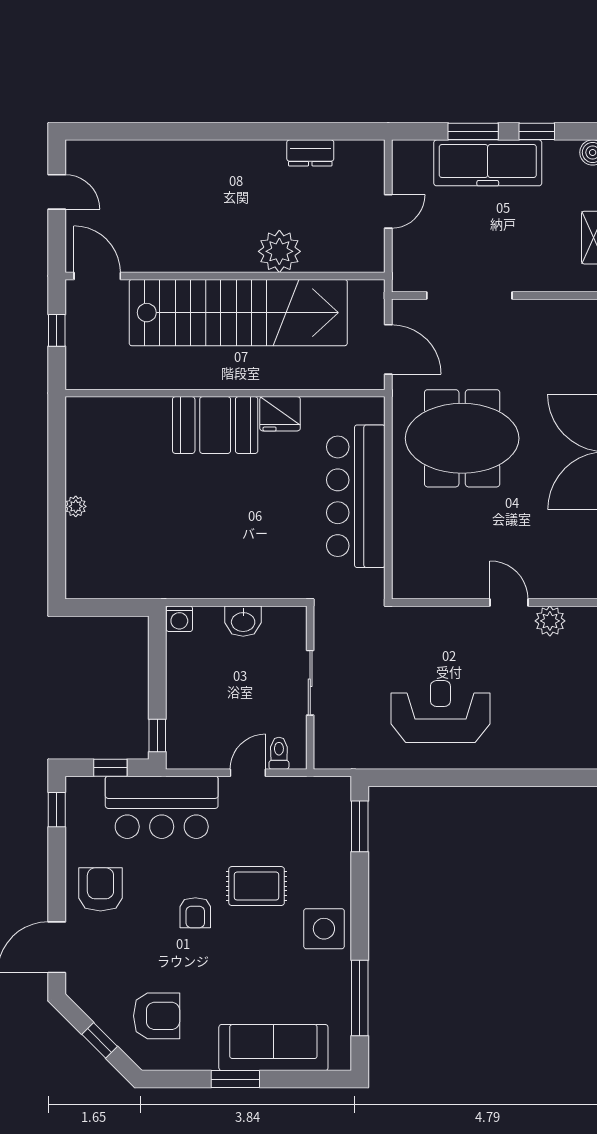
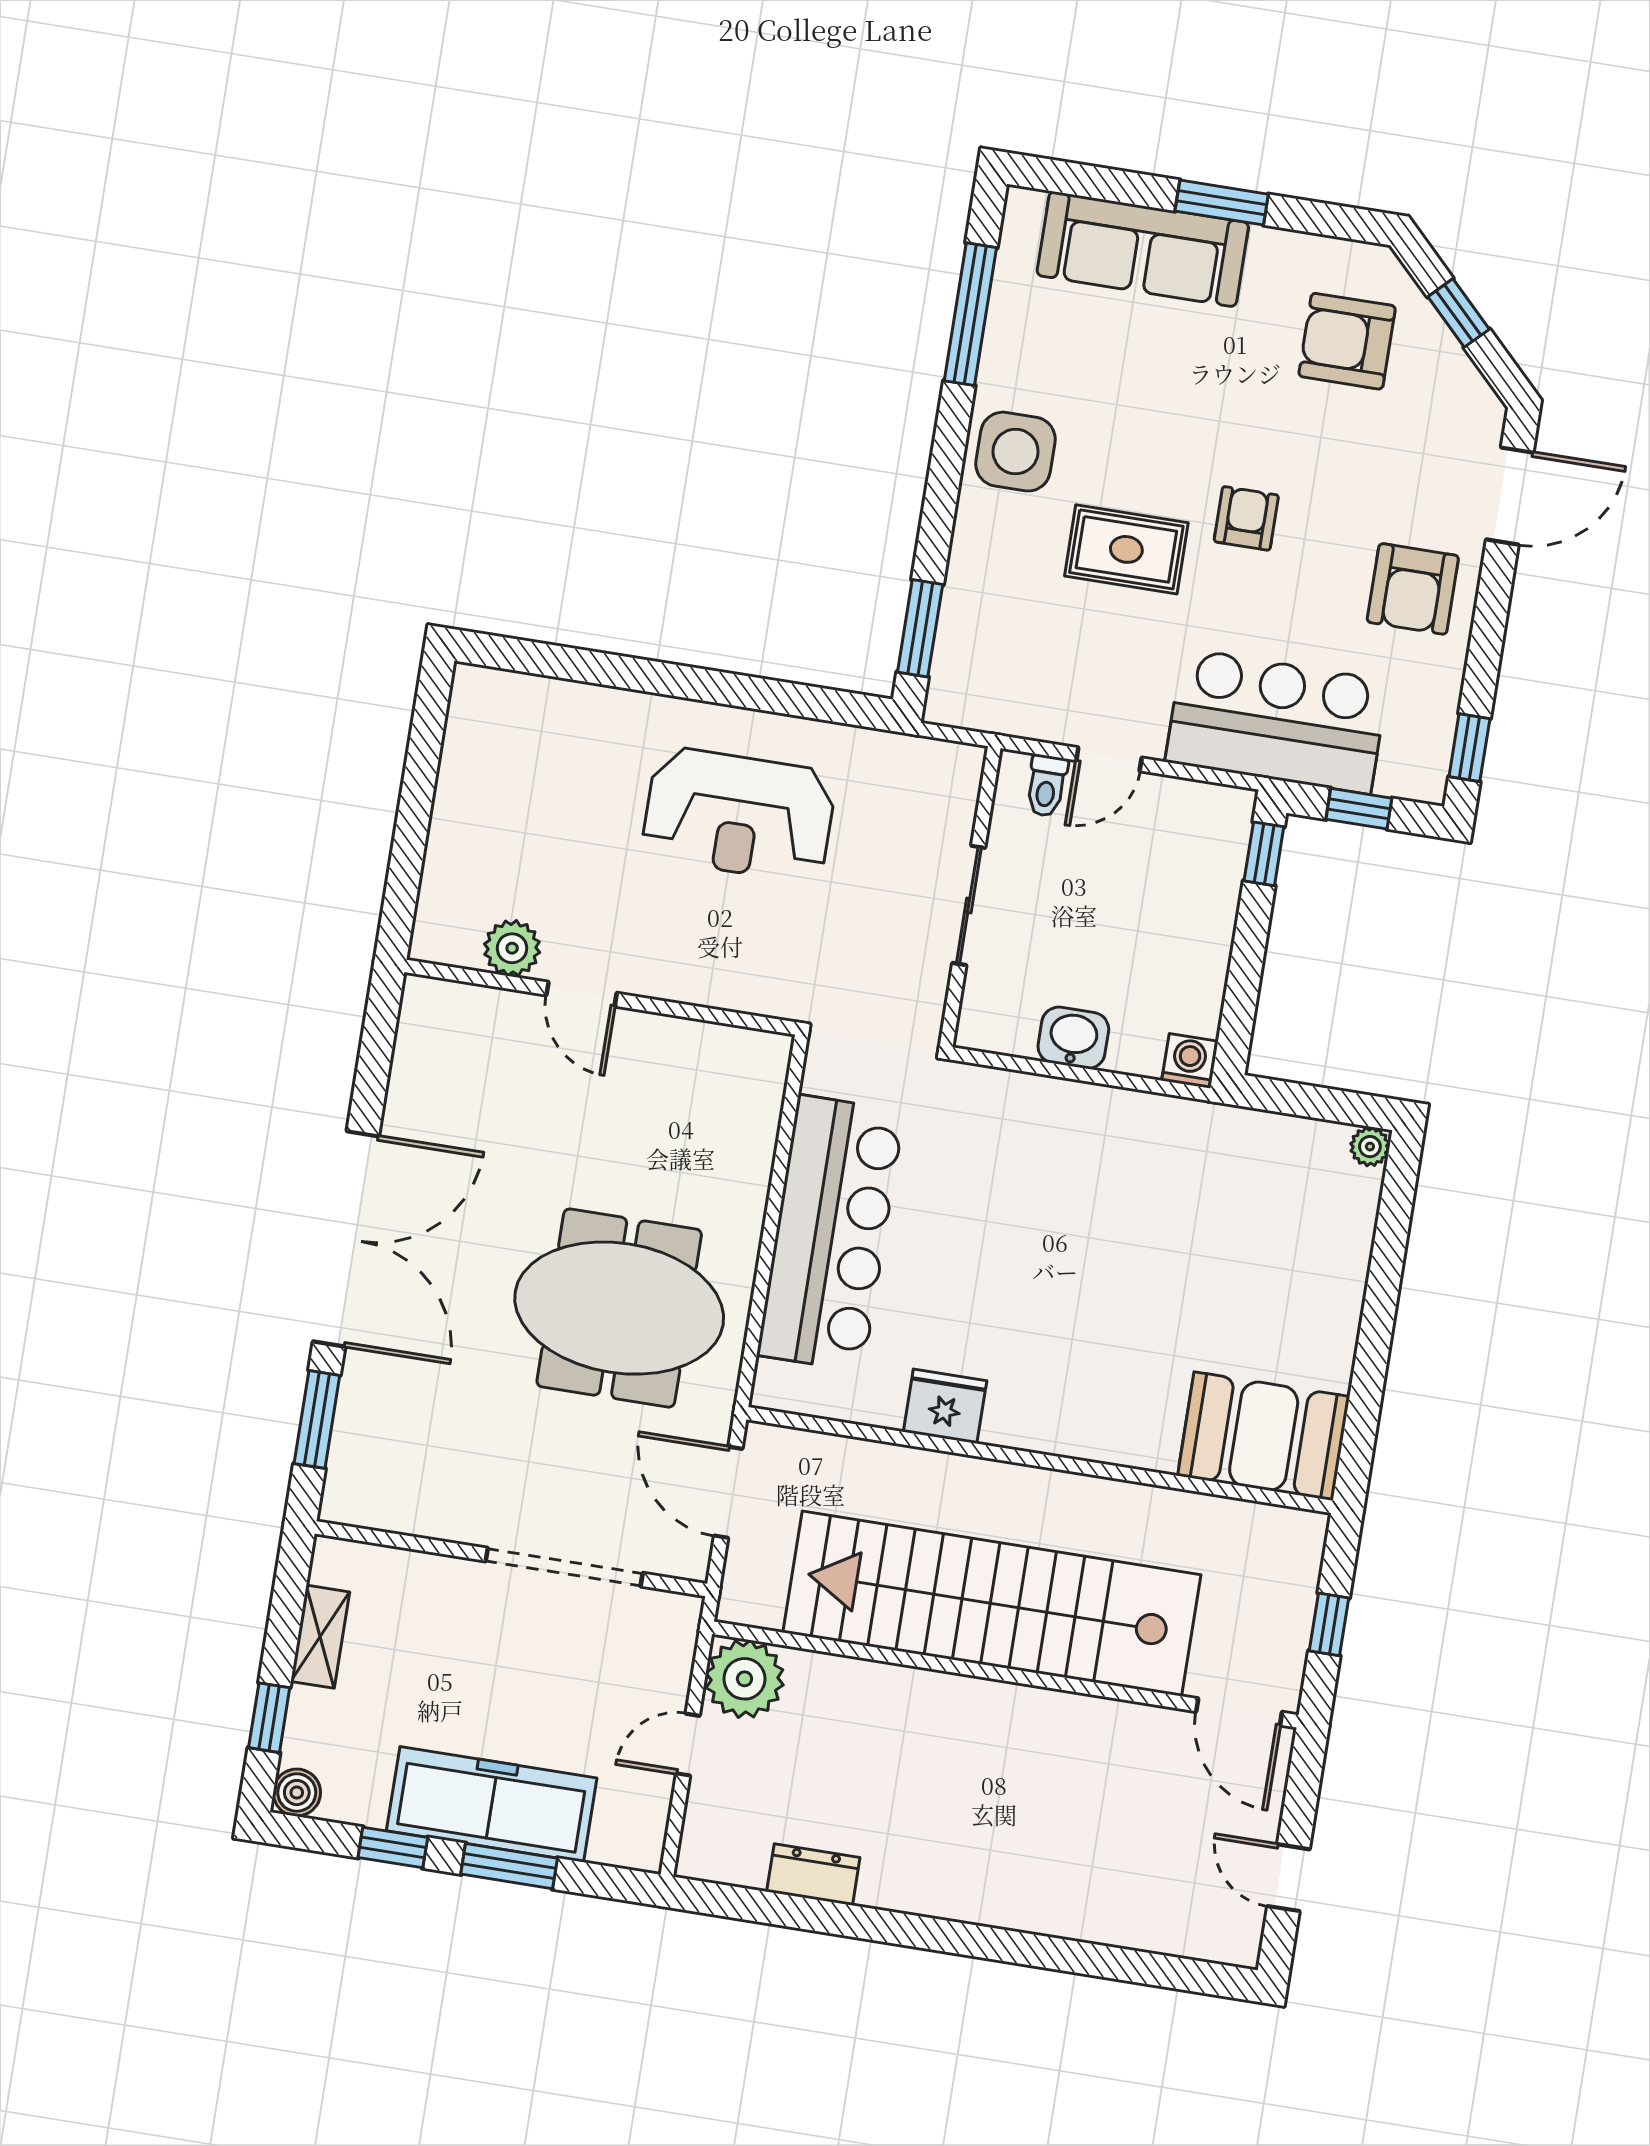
plant: (279, 251) -> (745, 1679), moved
booth: (215, 425) -> (1264, 1436), moved
plant: (76, 506) -> (1370, 1147), moved

